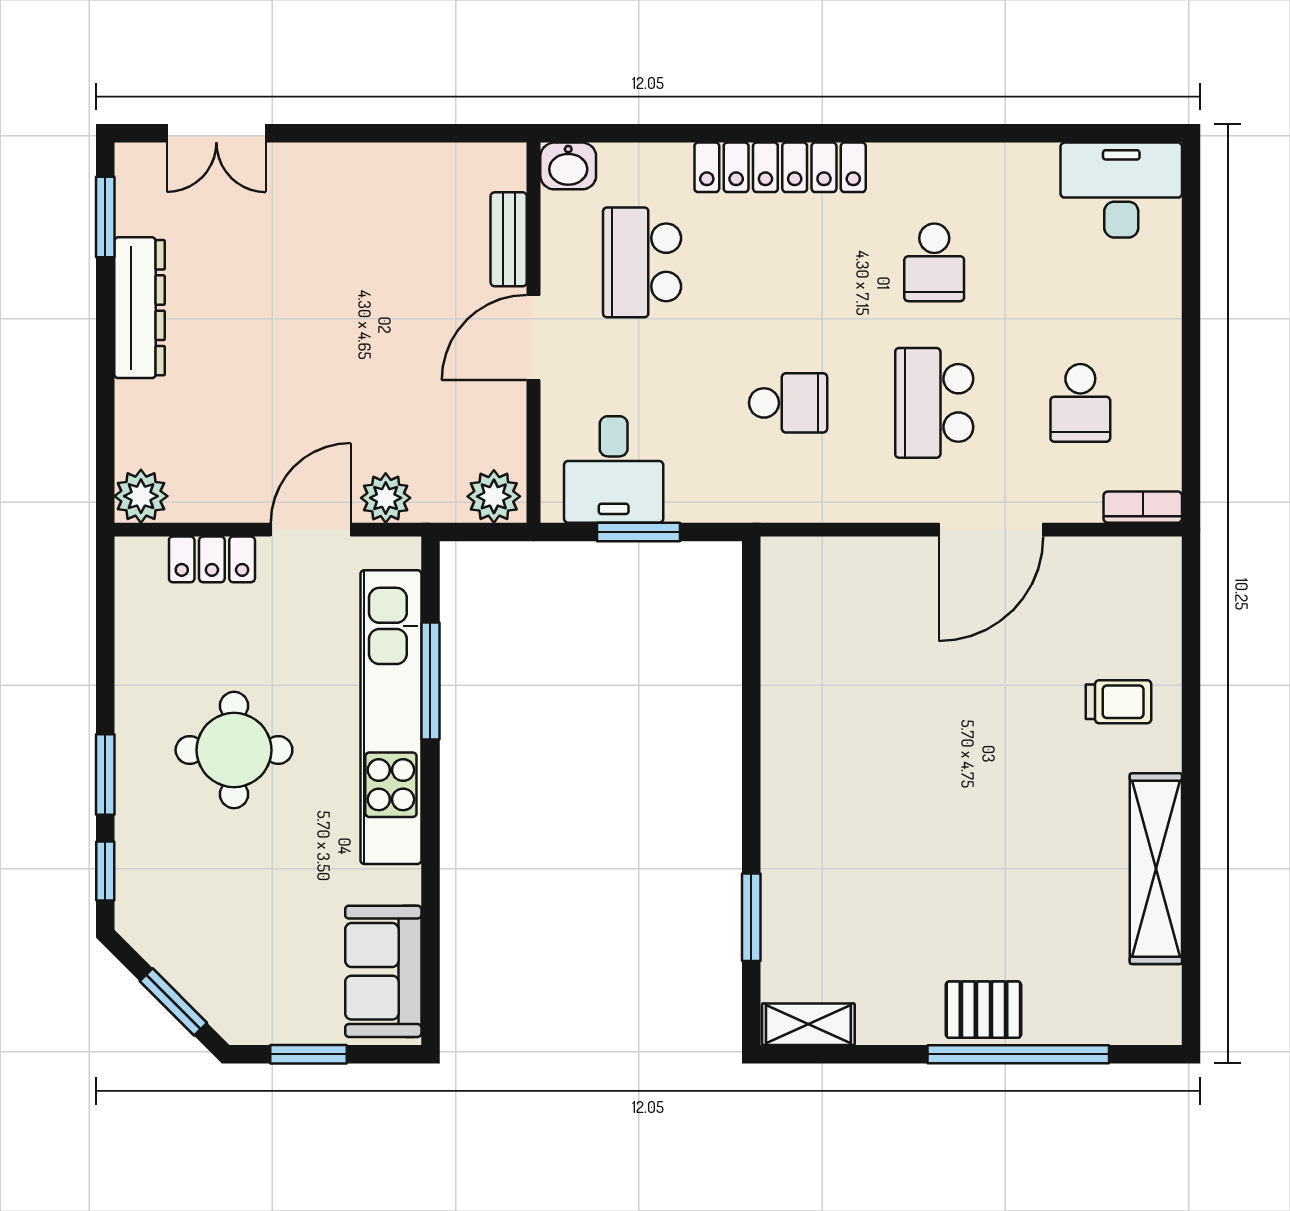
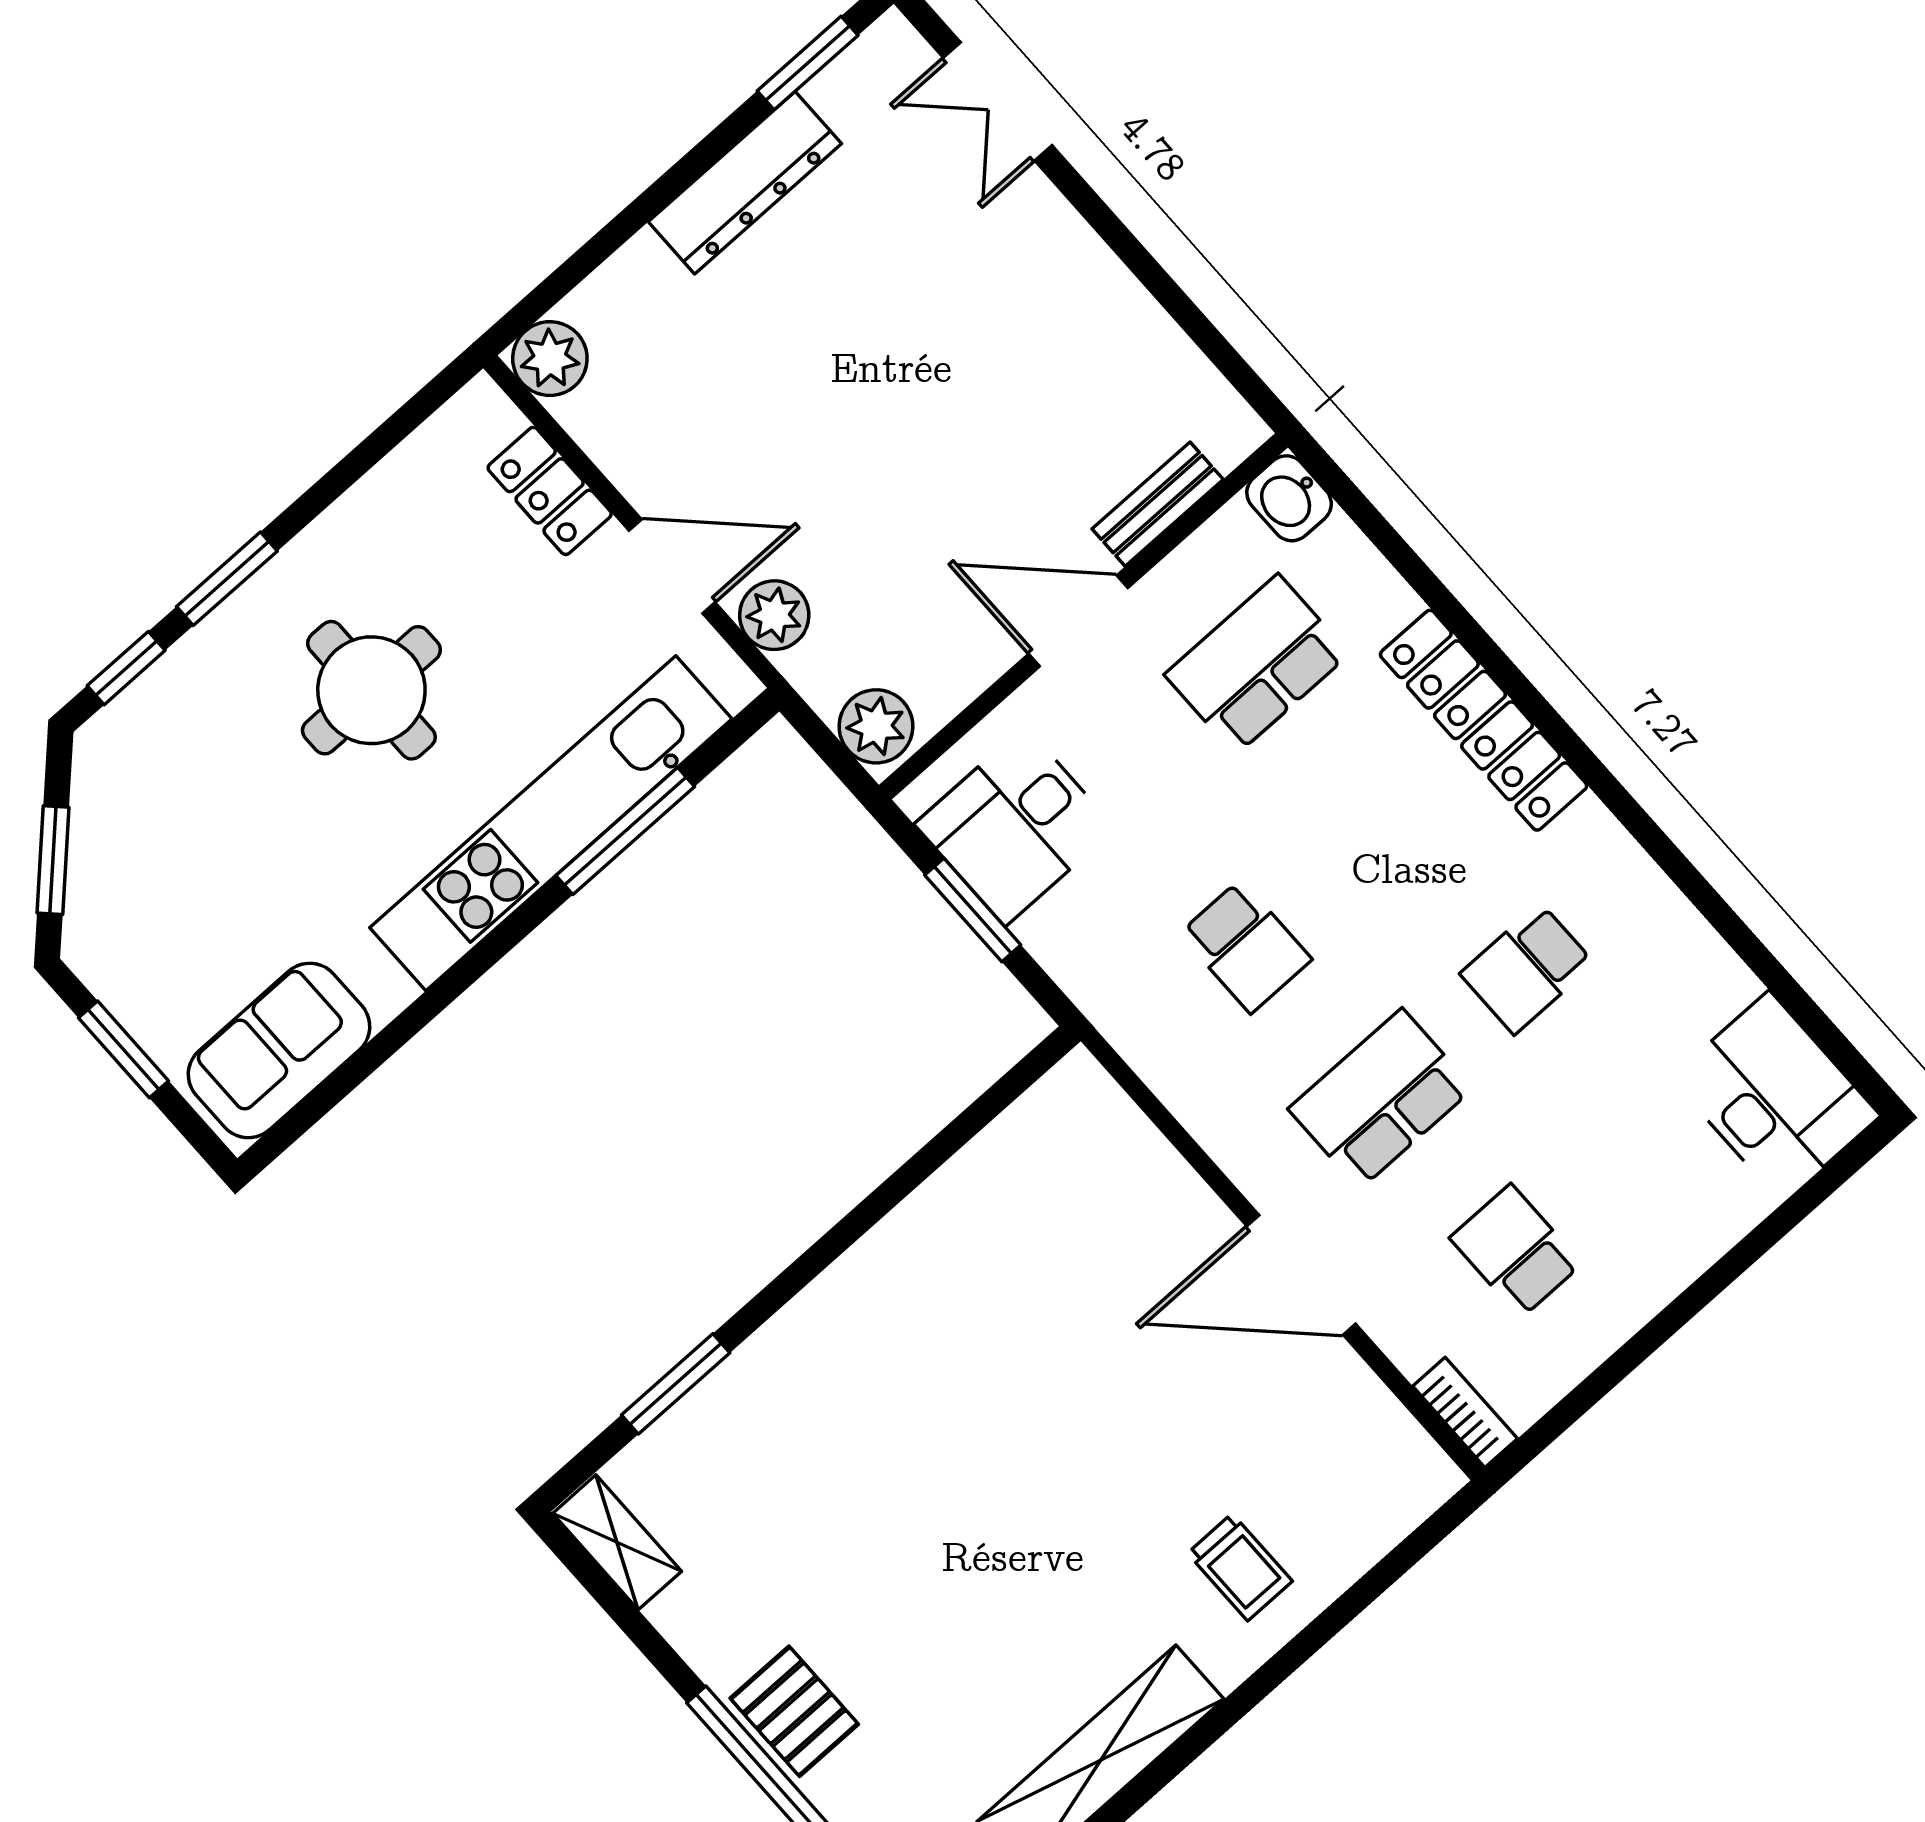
school desk: (1080, 403) -> (1516, 1251), turned 90

